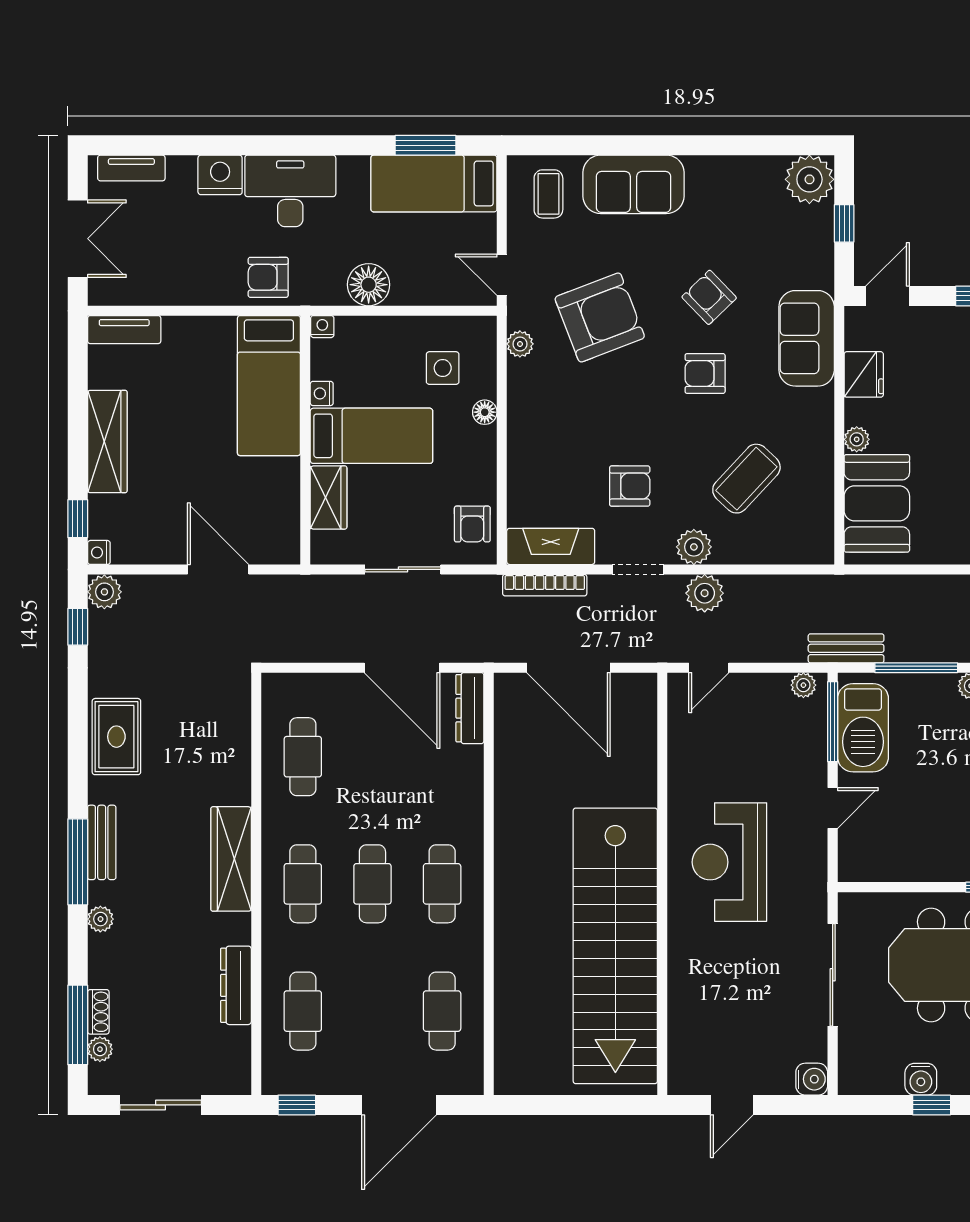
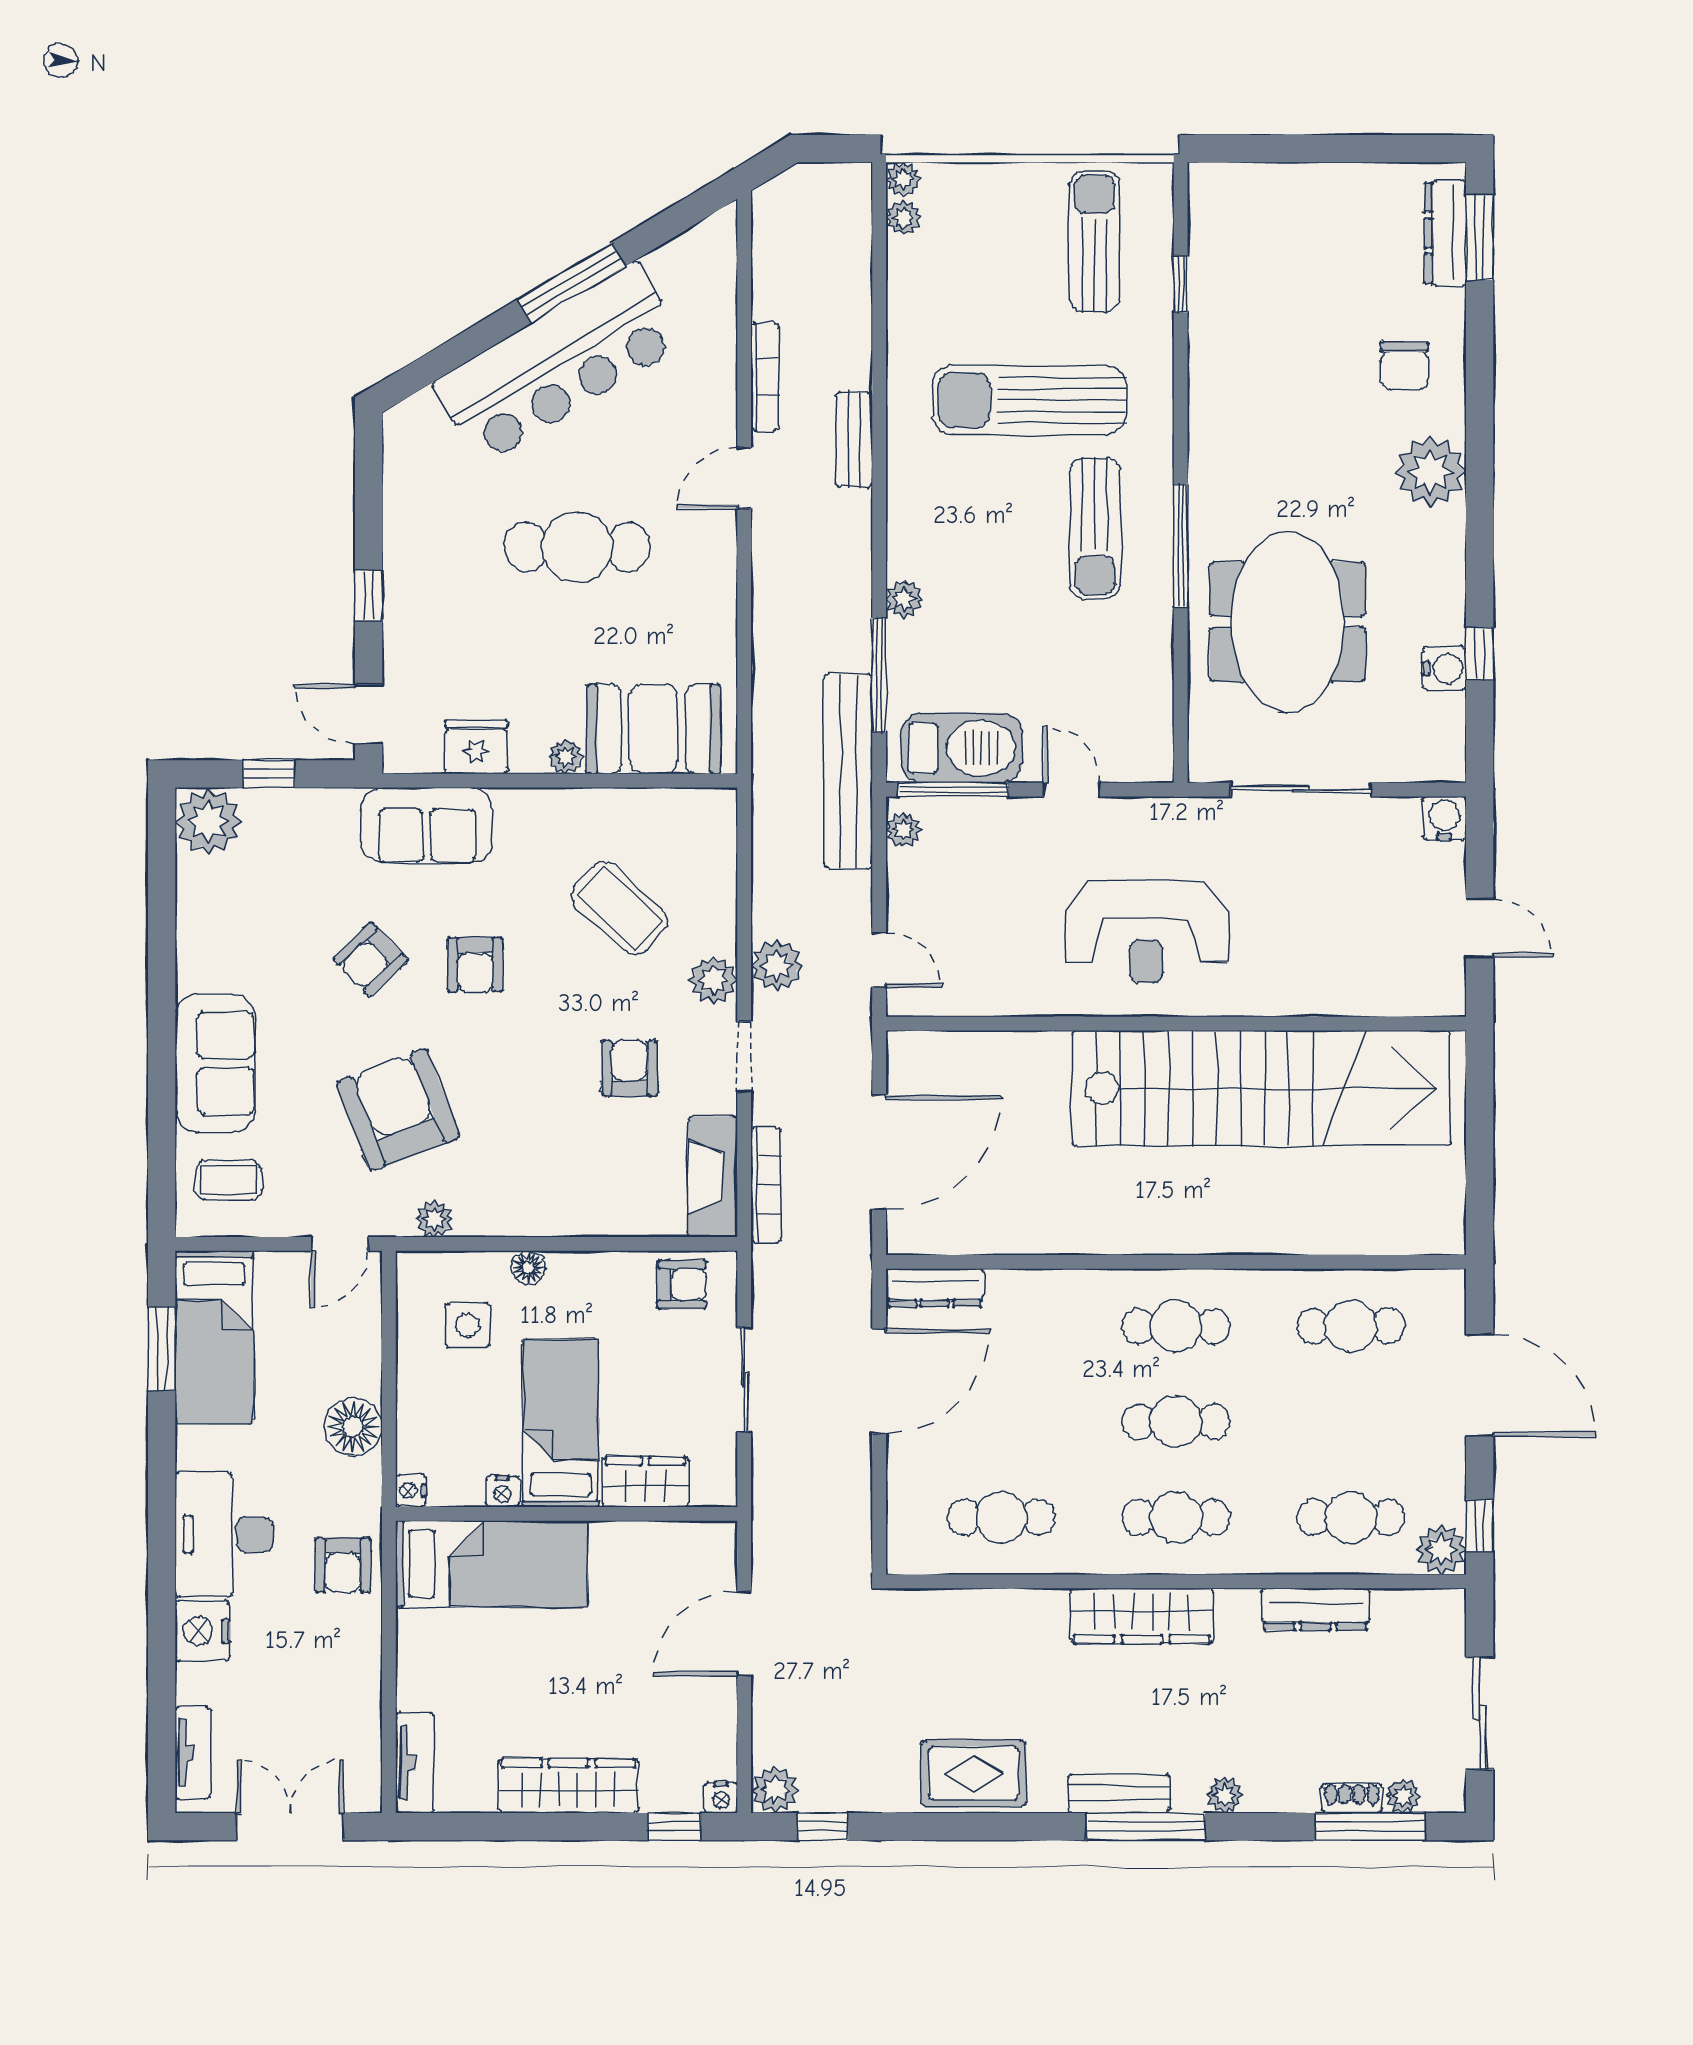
bench: (846, 648) -> (848, 771), width x1.86, depth x1.21
plant: (279, 1077) -> (1441, 1550), added

